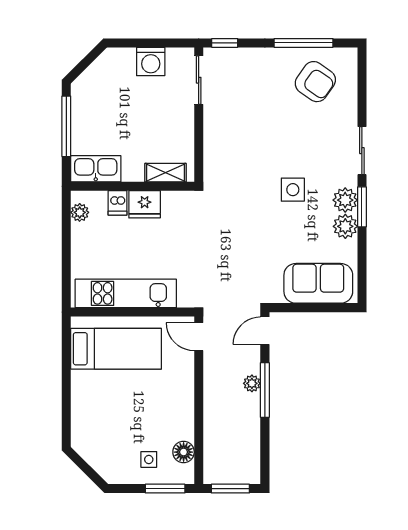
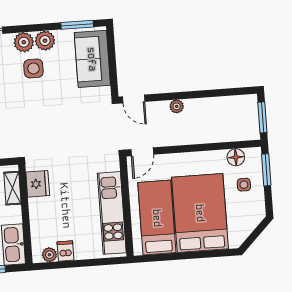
side table: (293, 190) -> (33, 68), moved
dishwasher: (118, 203) -> (66, 251), moved, turned -90
fridge: (145, 204) -> (38, 184), moved
window: (362, 207) -> (77, 25), moved
window: (265, 390) -> (181, 96), removed
bed: (118, 403) -> (200, 213), added

